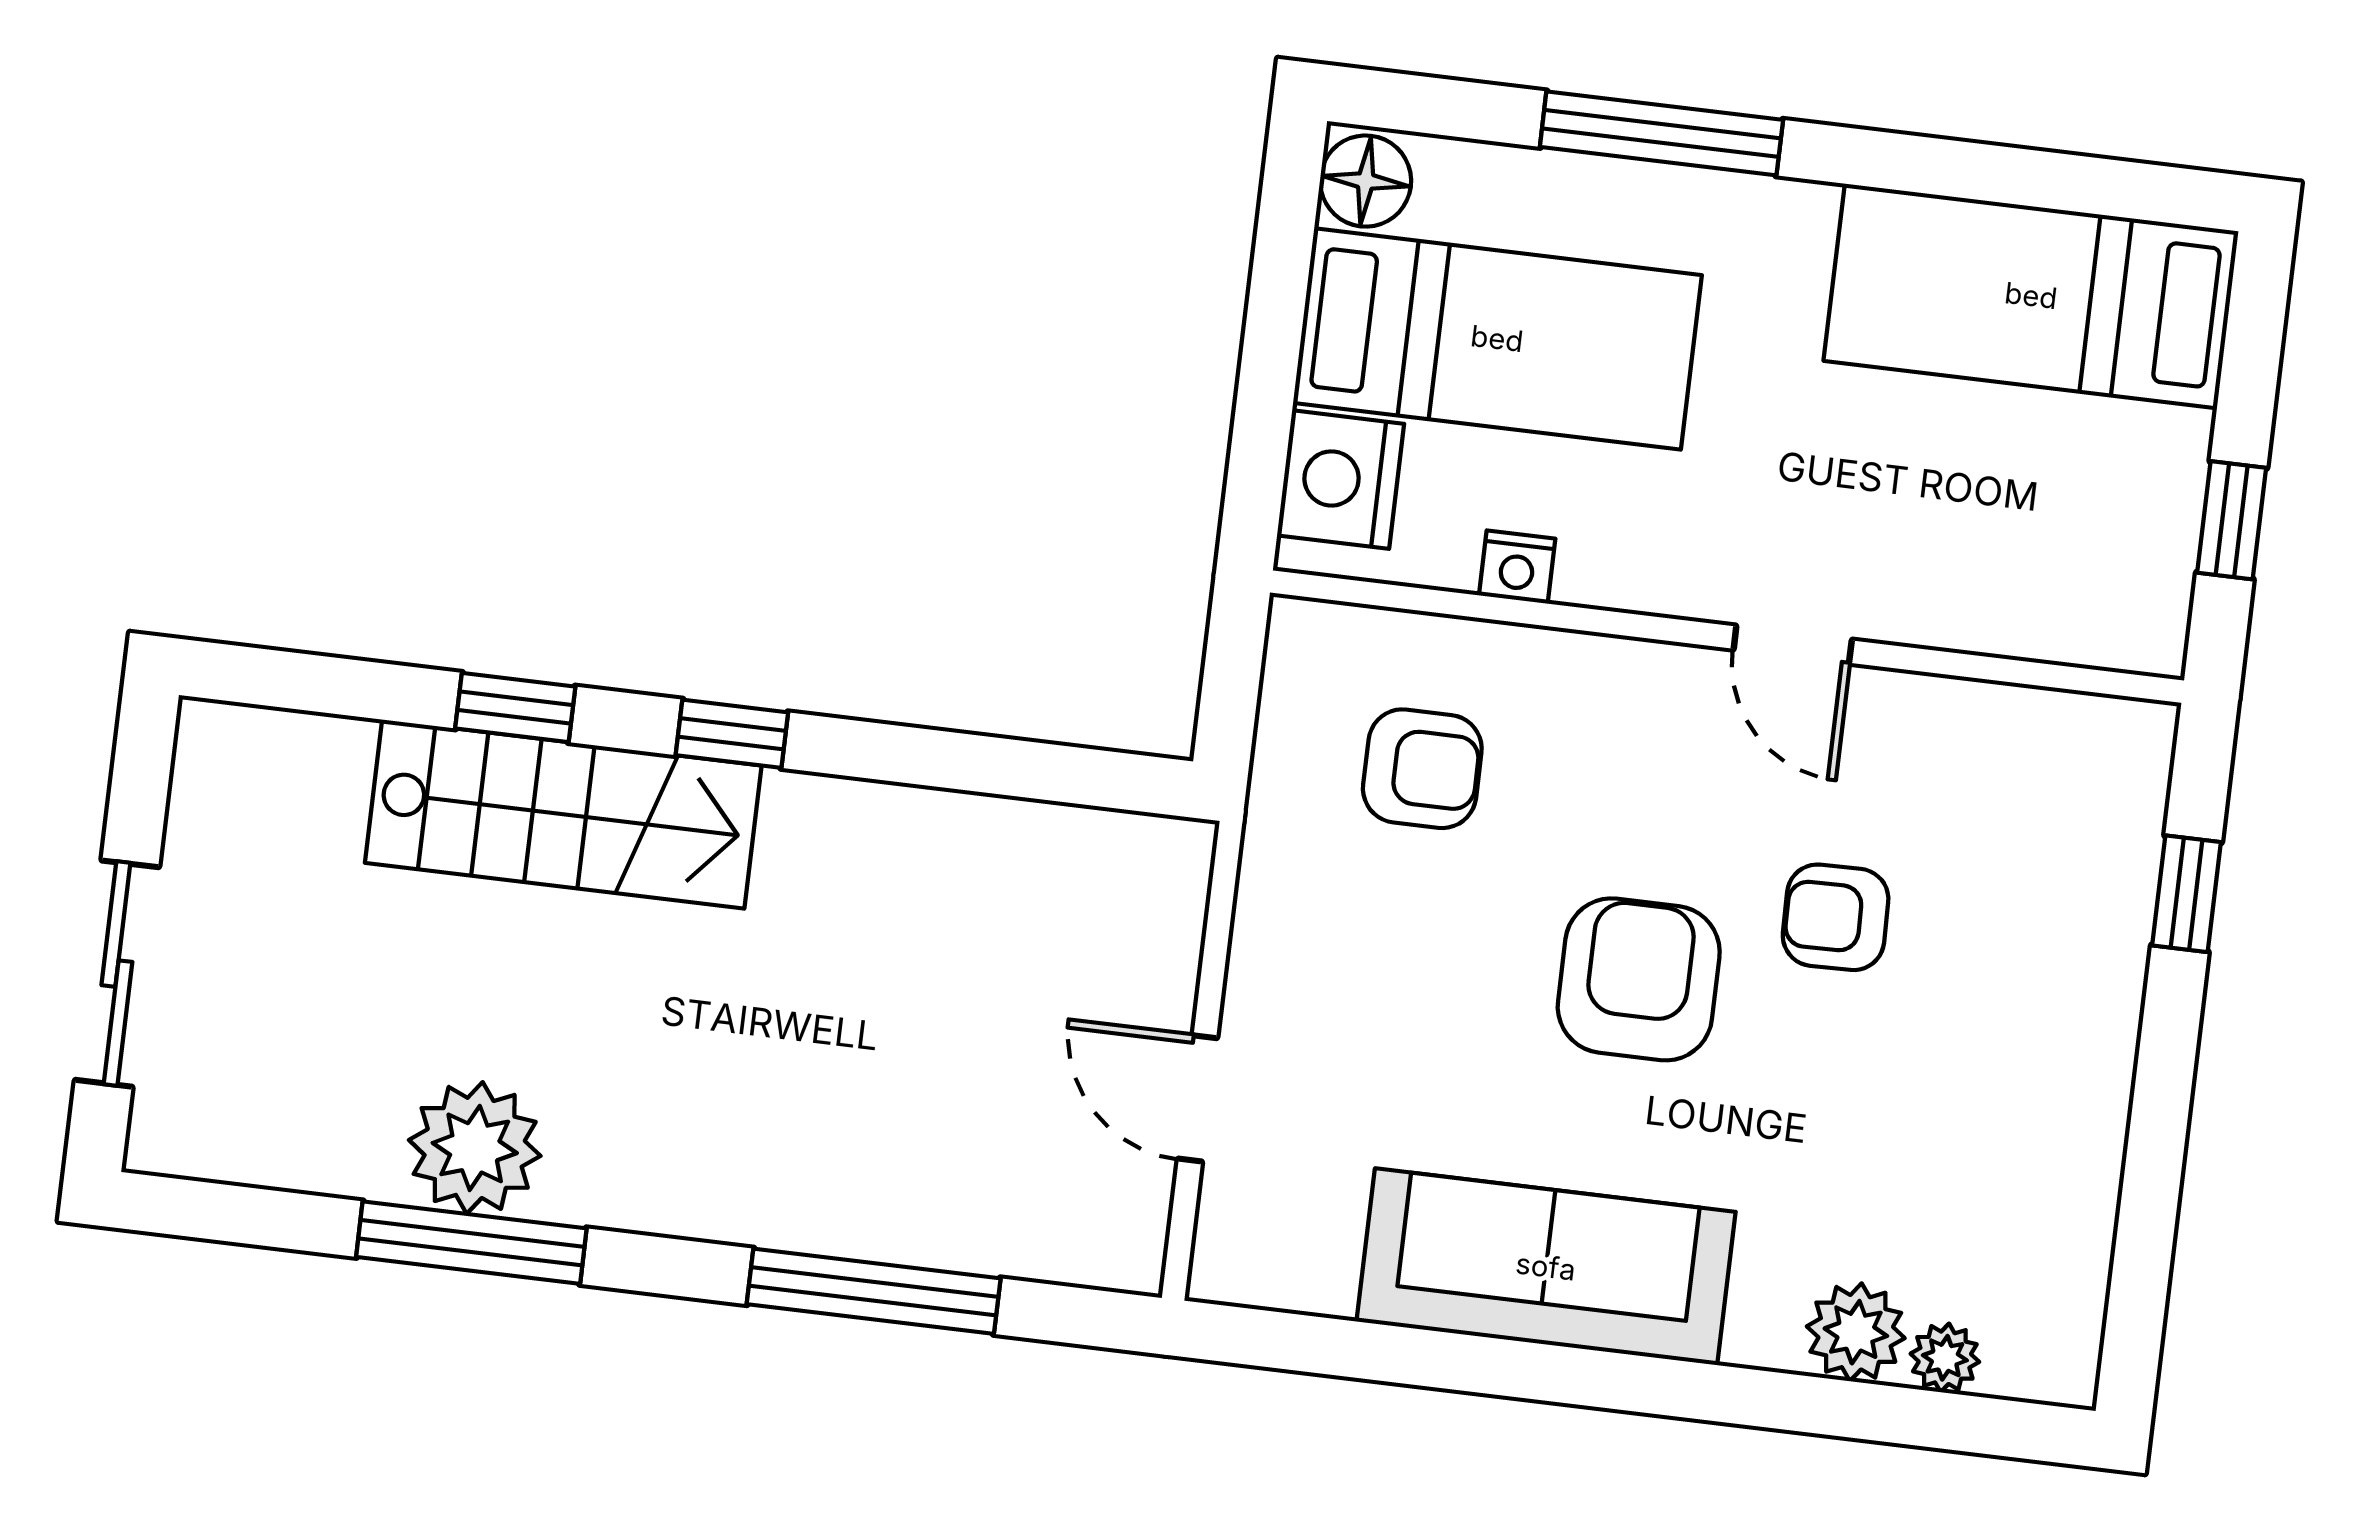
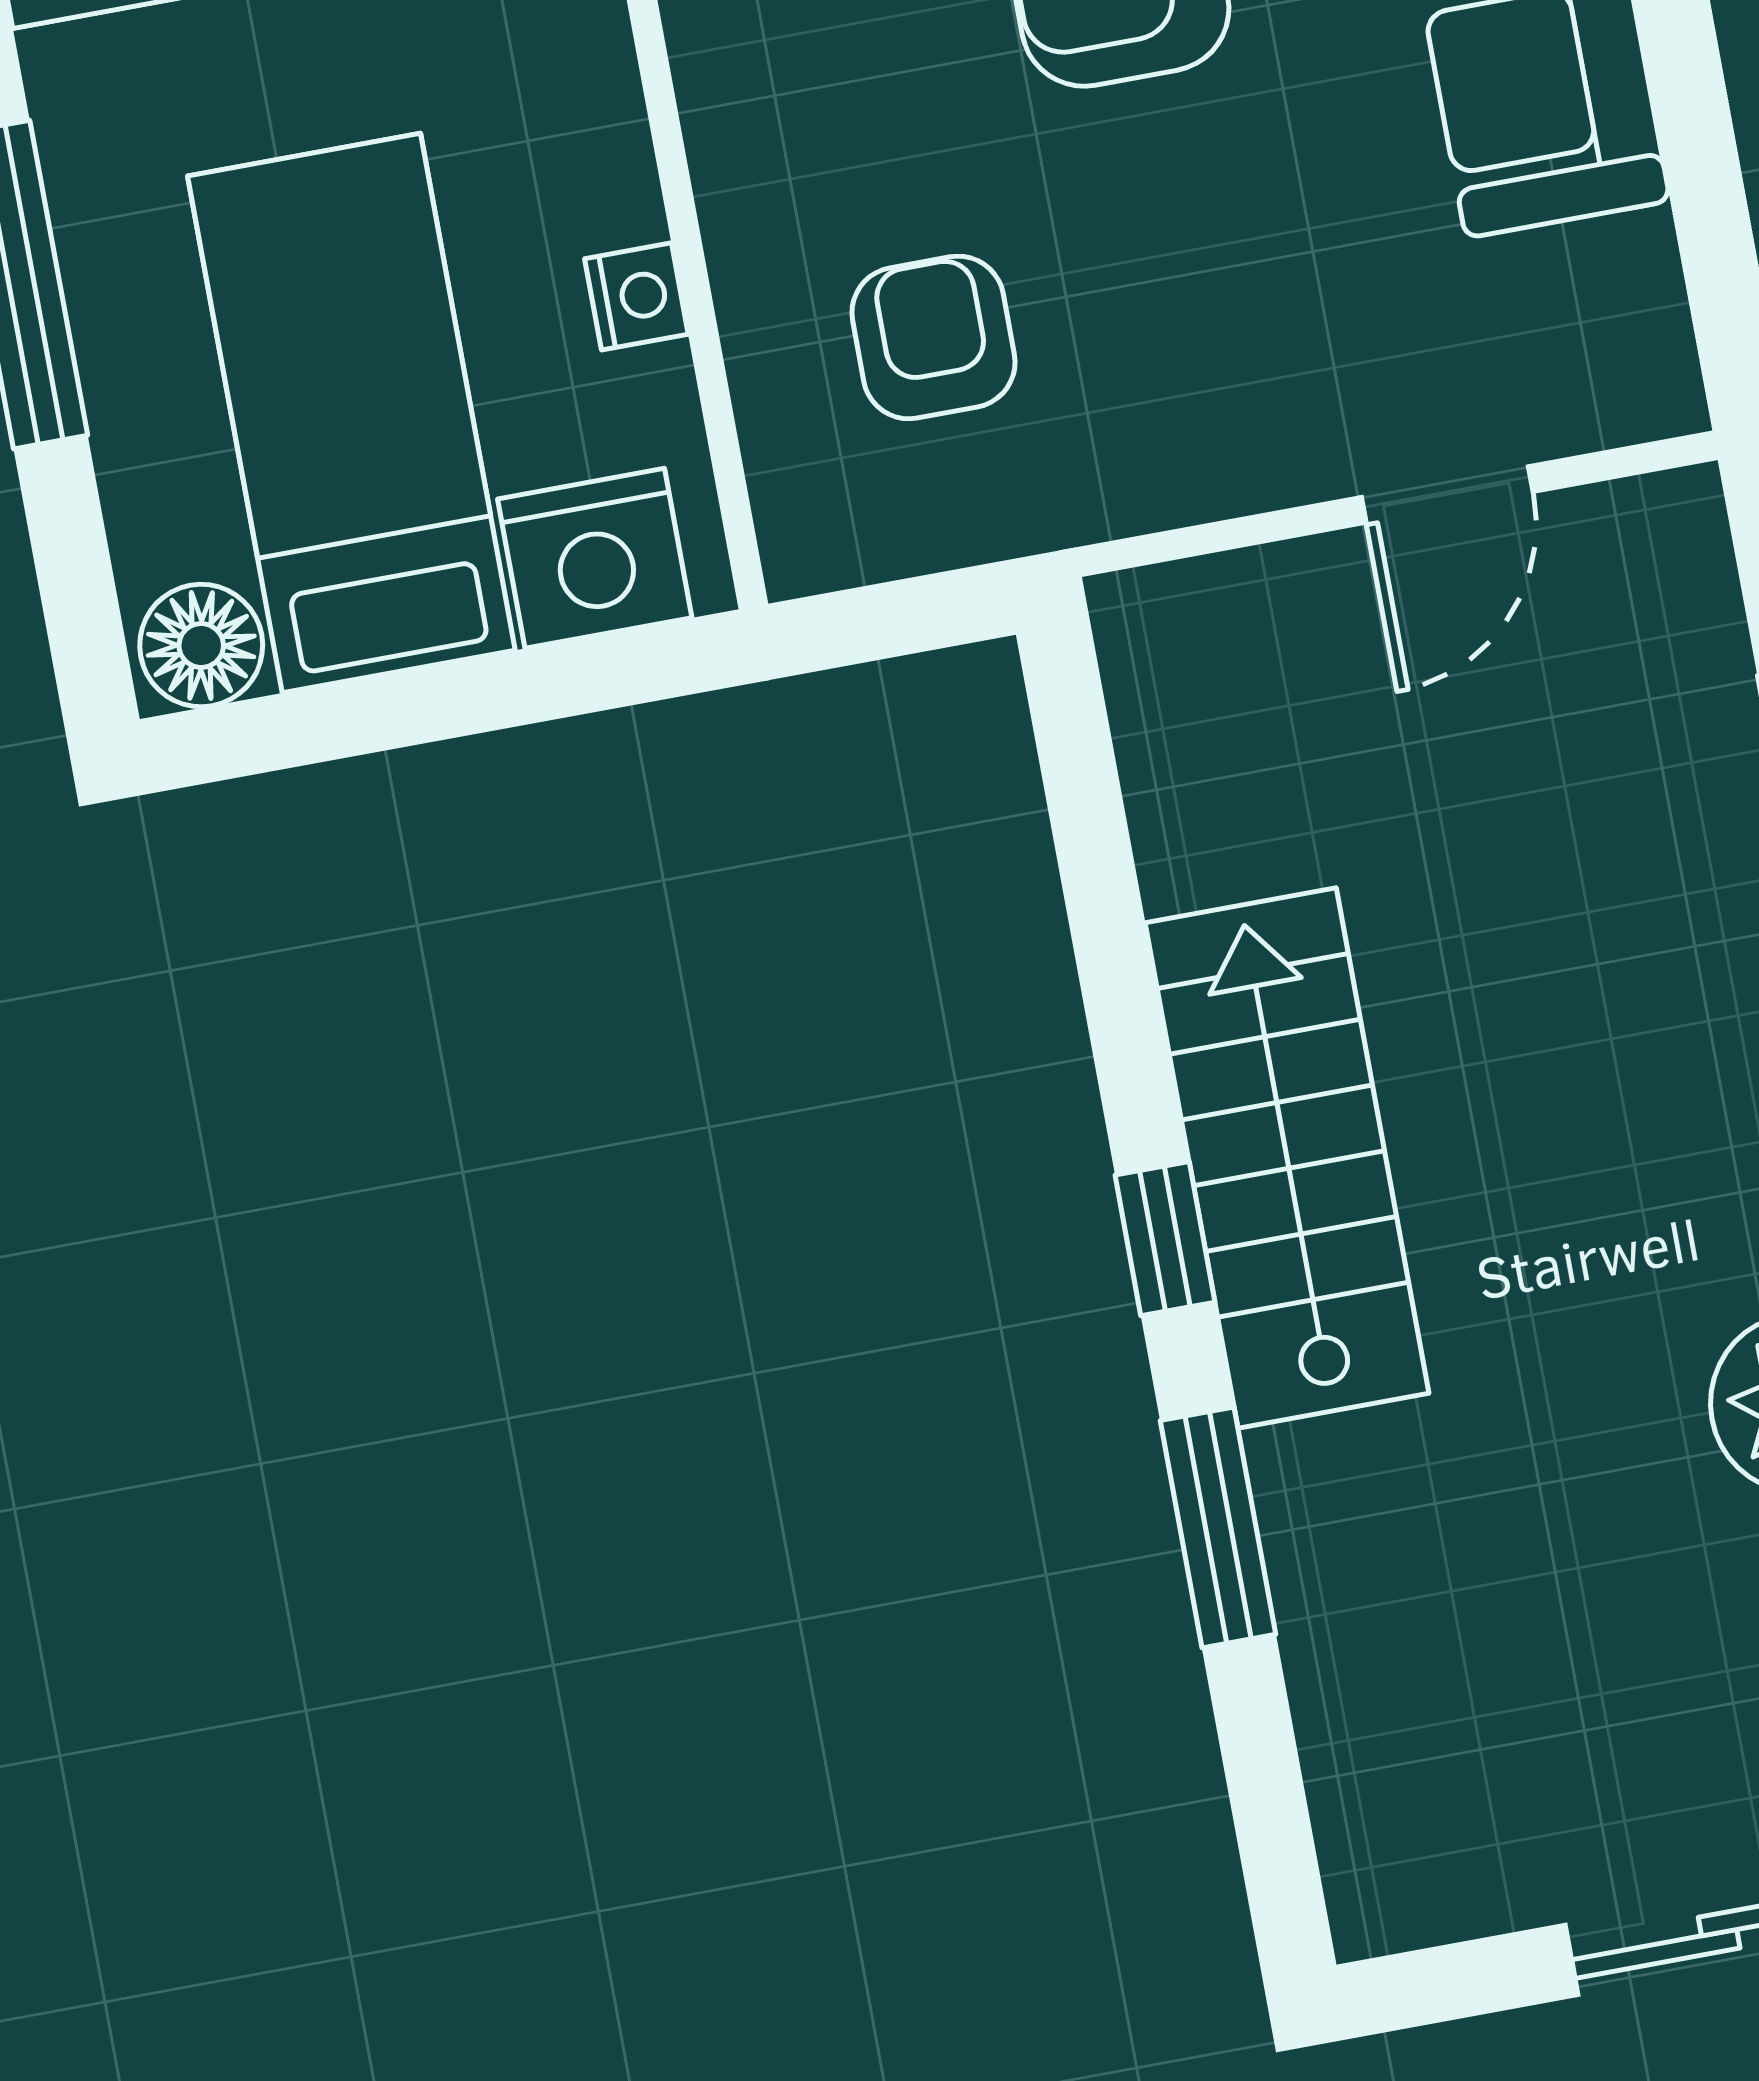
window: (515, 708) -> (1218, 1527), width x1.50
stairs: (563, 814) -> (1287, 1158), moved

